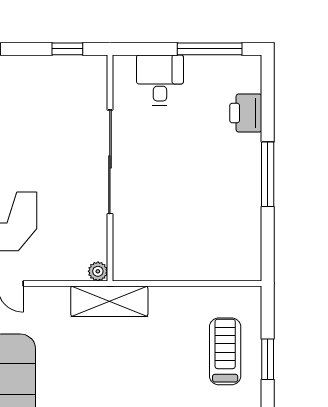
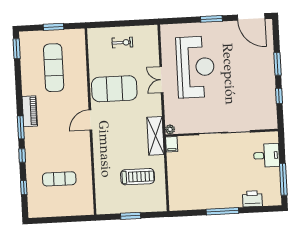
window: (67, 49) -> (279, 96), moved
filing cabinet: (128, 270) -> (172, 144), added
treadmill: (225, 351) -> (138, 177), moved

